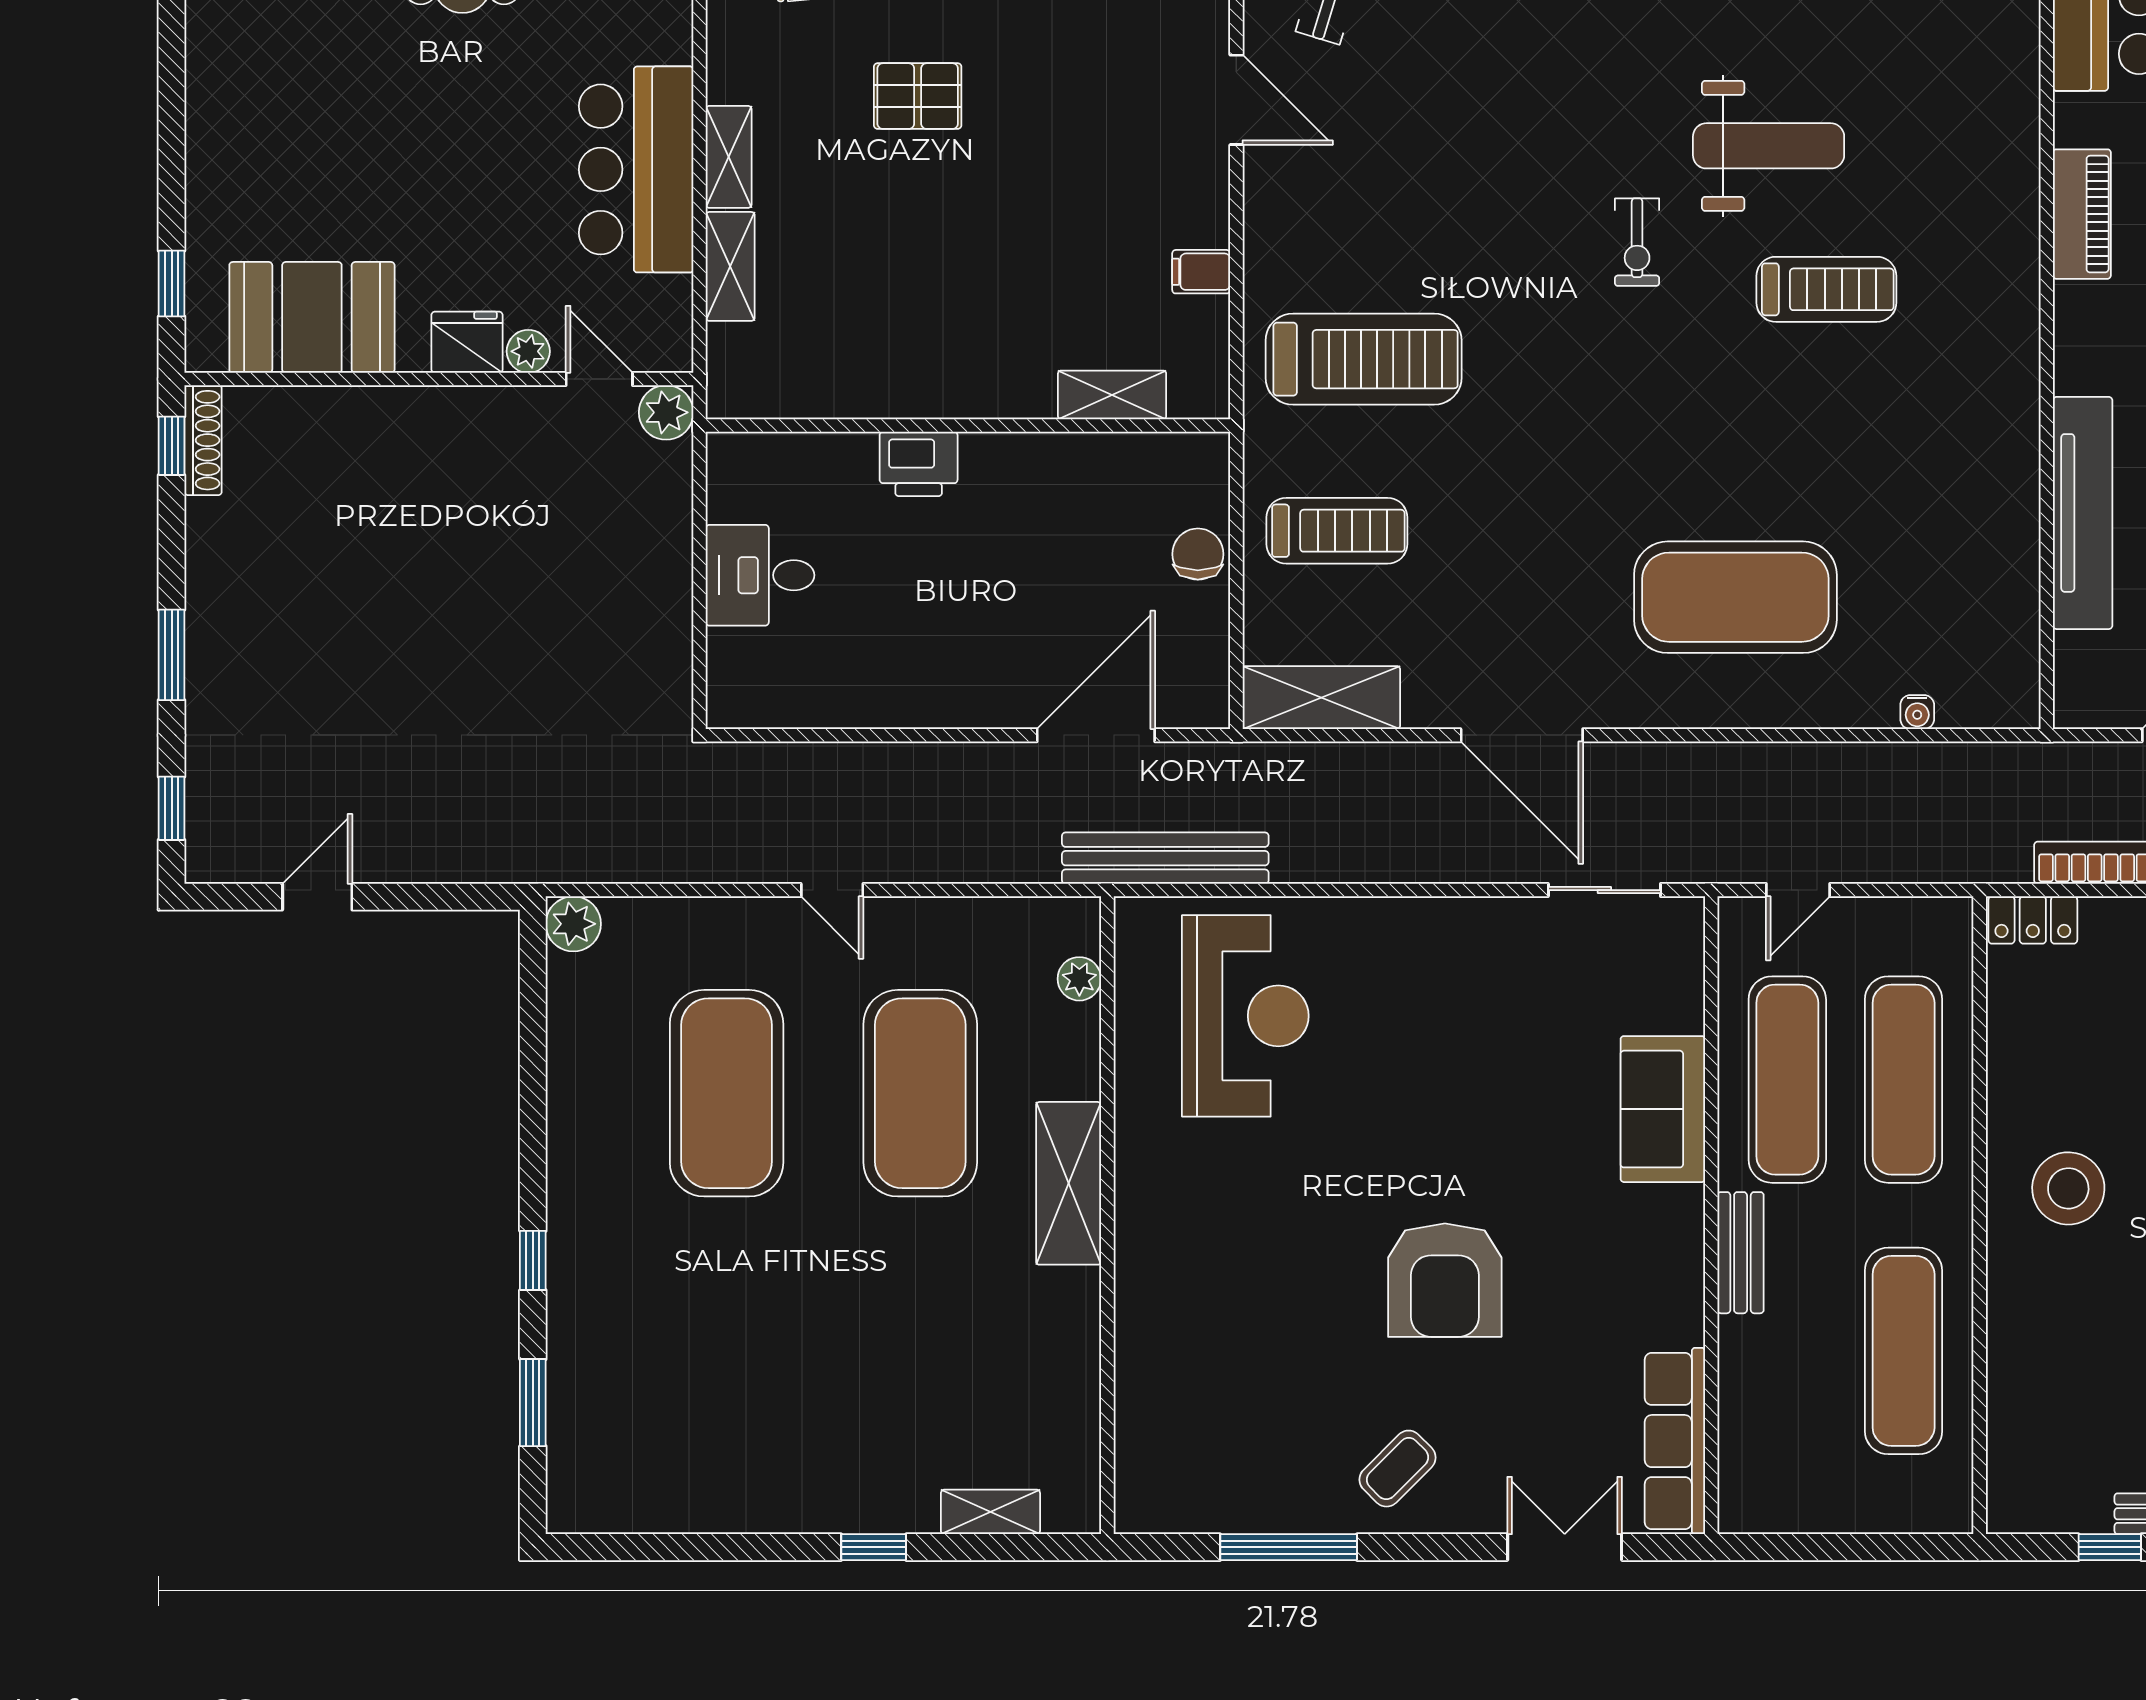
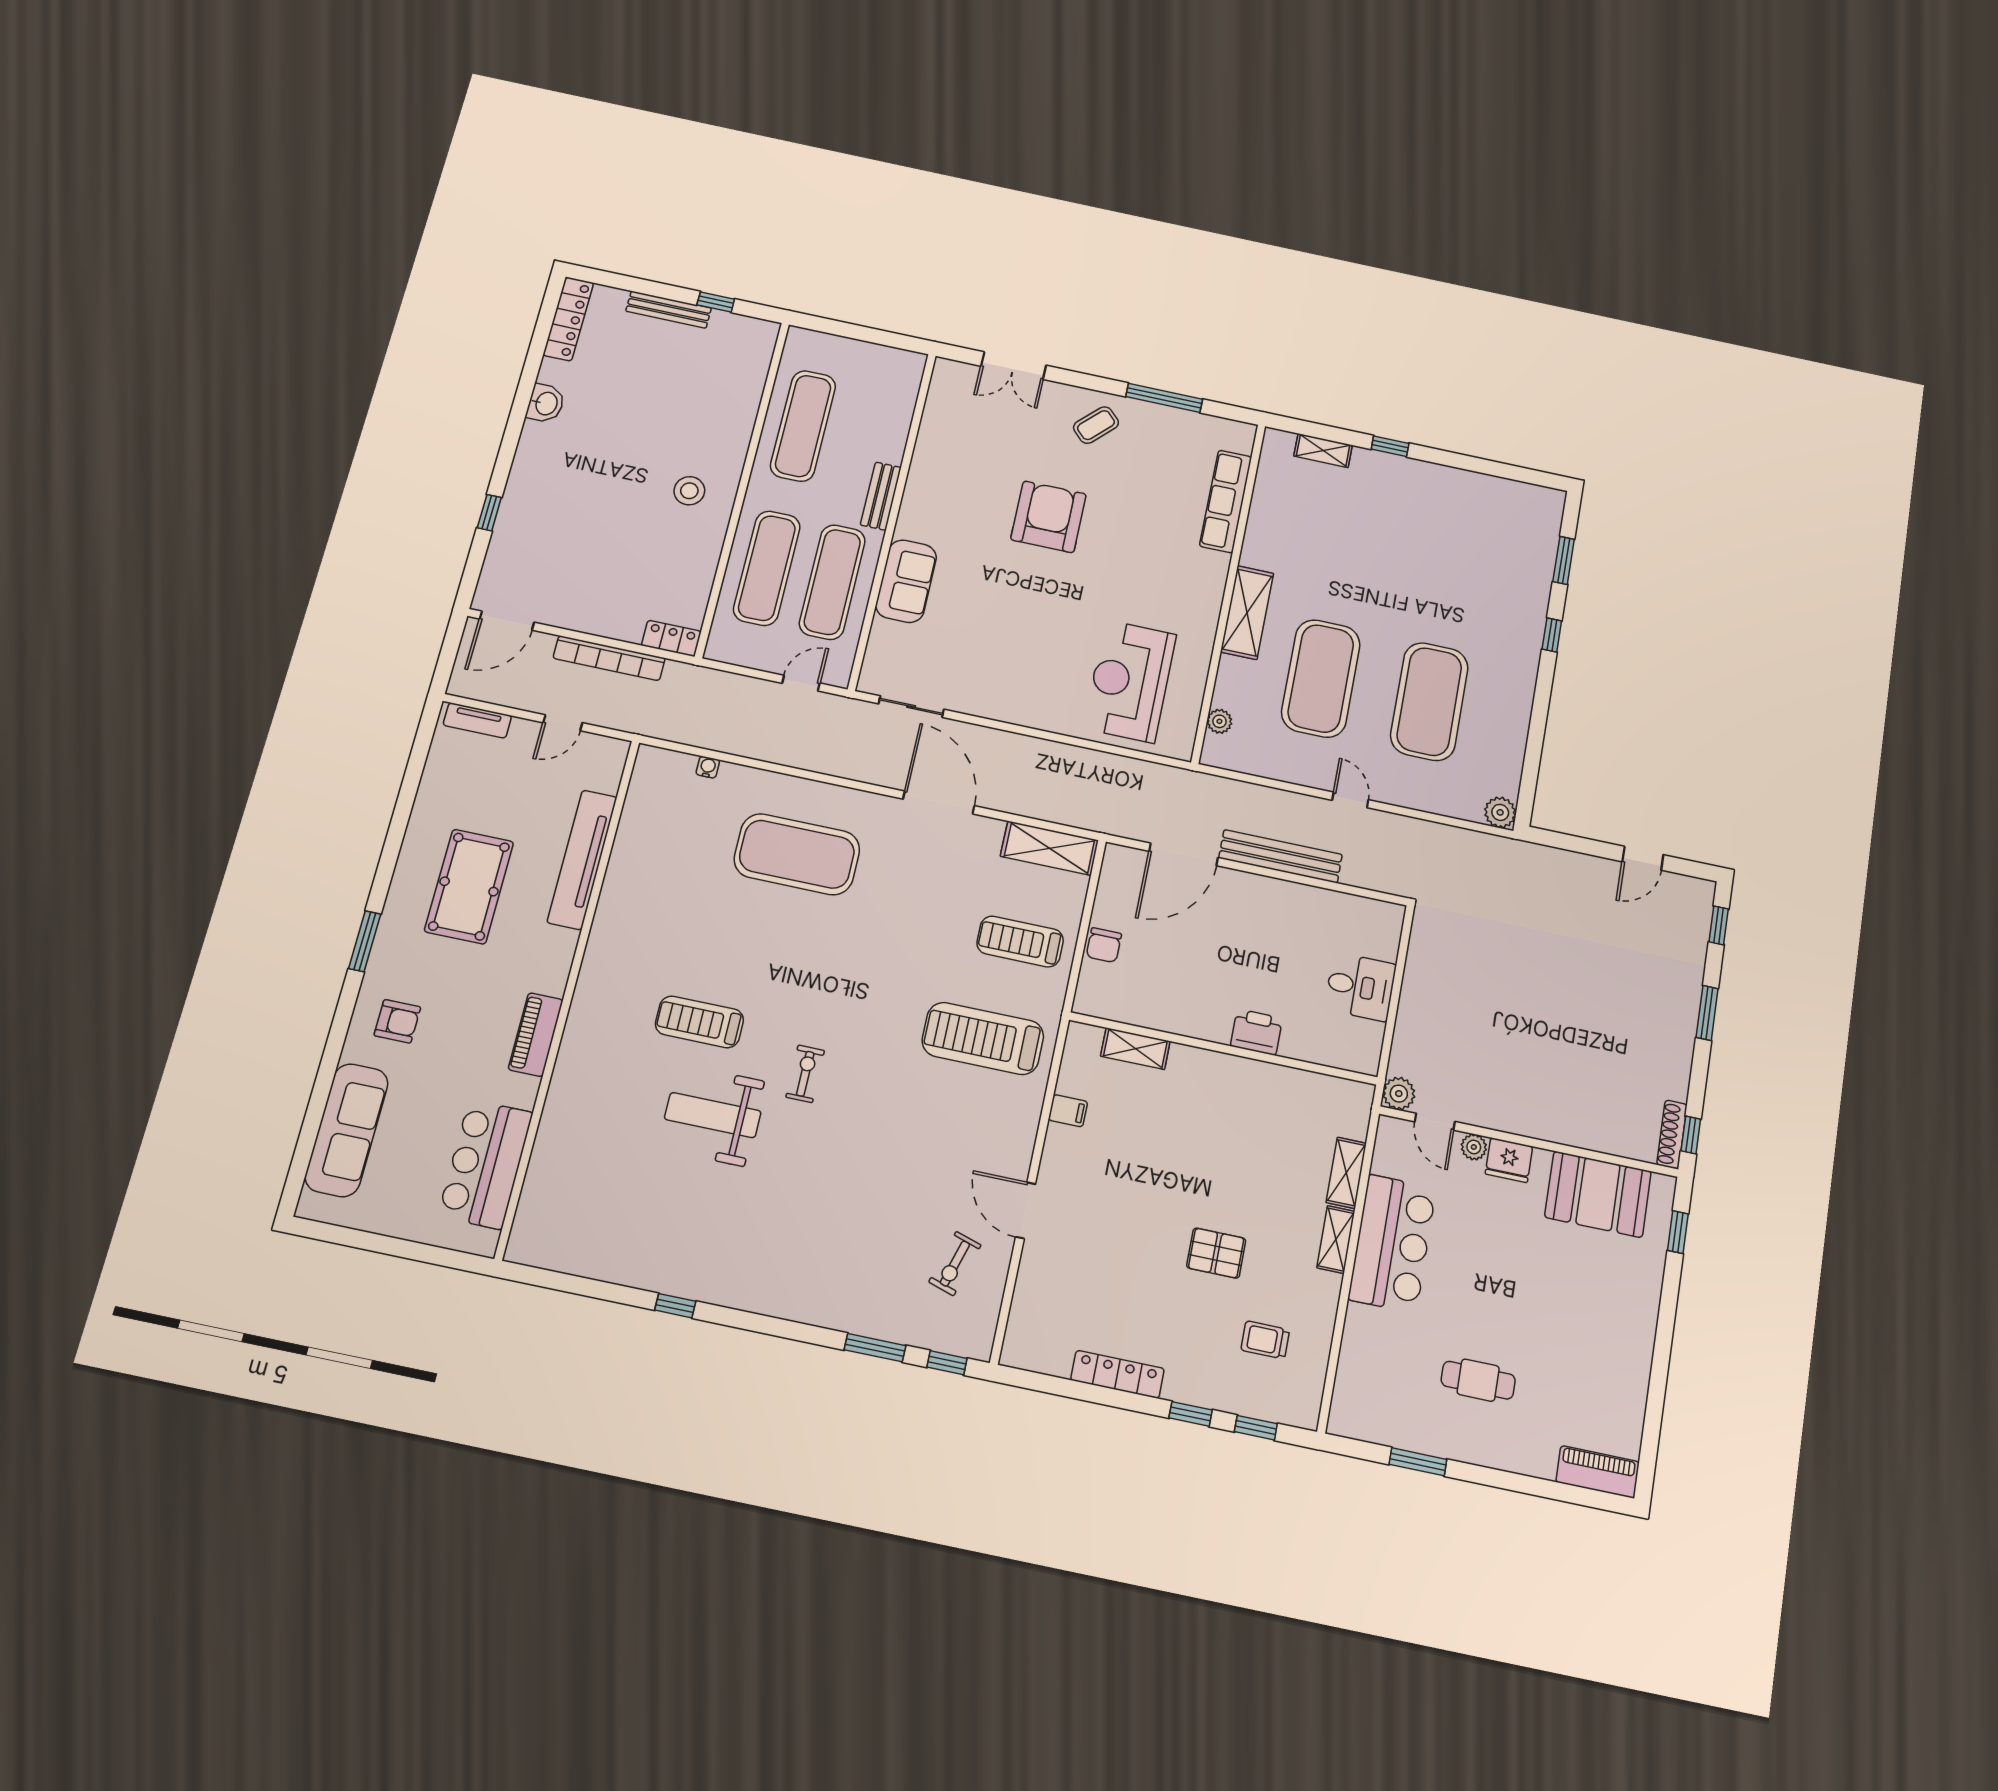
bench: (1165, 858) -> (1281, 856), moved
stool: (2068, 1188) -> (689, 491), width x0.73, depth x0.73
row of seats: (1675, 1441) -> (1226, 501), moved, turned 180

